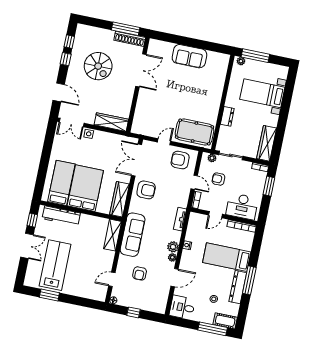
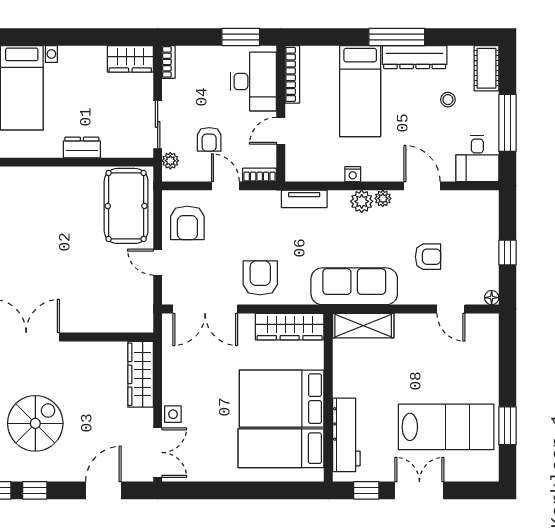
wardrobe: (267, 143) -> (130, 59), width x0.67
door: (194, 182) -> (225, 186), hinge flipped
window: (269, 186) -> (241, 37), moved
door: (215, 215) -> (281, 131), swing flipped
lab bench: (55, 265) -> (446, 427), turned 180
window: (213, 329) -> (507, 123), moved

